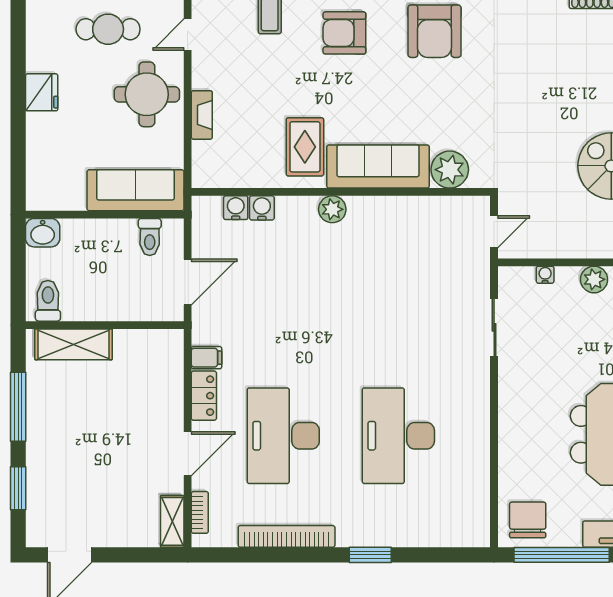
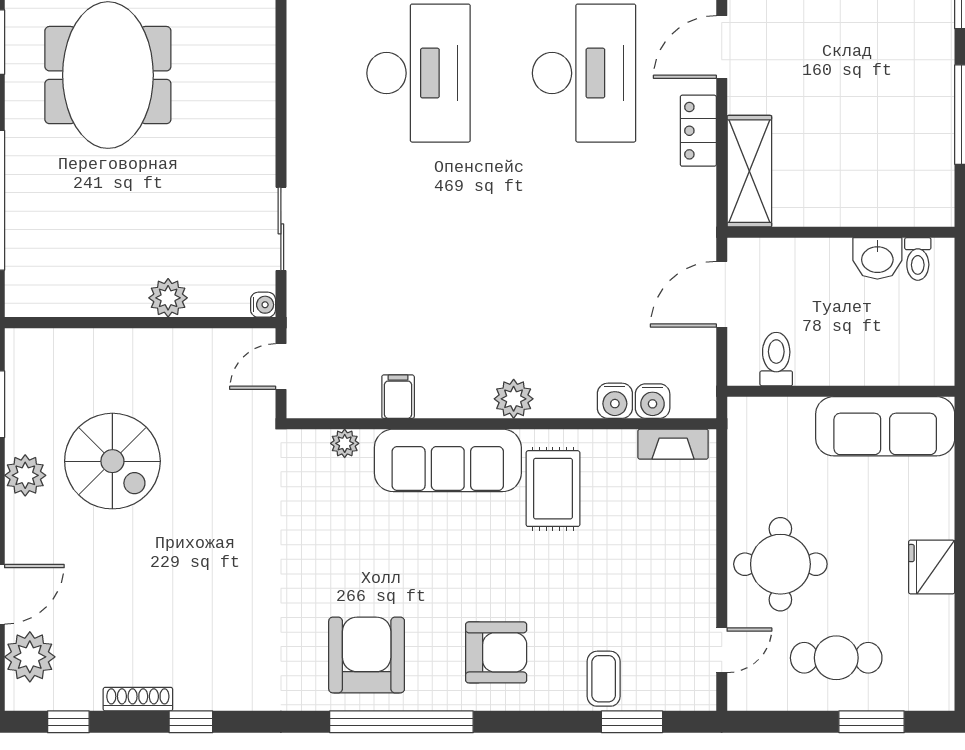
fireplace: (202, 115) -> (673, 444), moved, turned -90
plant: (450, 170) -> (345, 443), width x0.53, depth x0.53
sofa: (135, 190) -> (885, 426), moved
washbasin: (43, 233) -> (877, 258), moved, turned 180
water cooler: (545, 275) -> (263, 305), moved, turned -90
plant: (594, 279) -> (168, 298), moved
toilet: (48, 301) -> (918, 259), width x0.73, depth x0.72
shelving: (73, 344) -> (749, 171), moved, turned 90
filing cabinet: (206, 358) -> (398, 397), moved, turned 90

